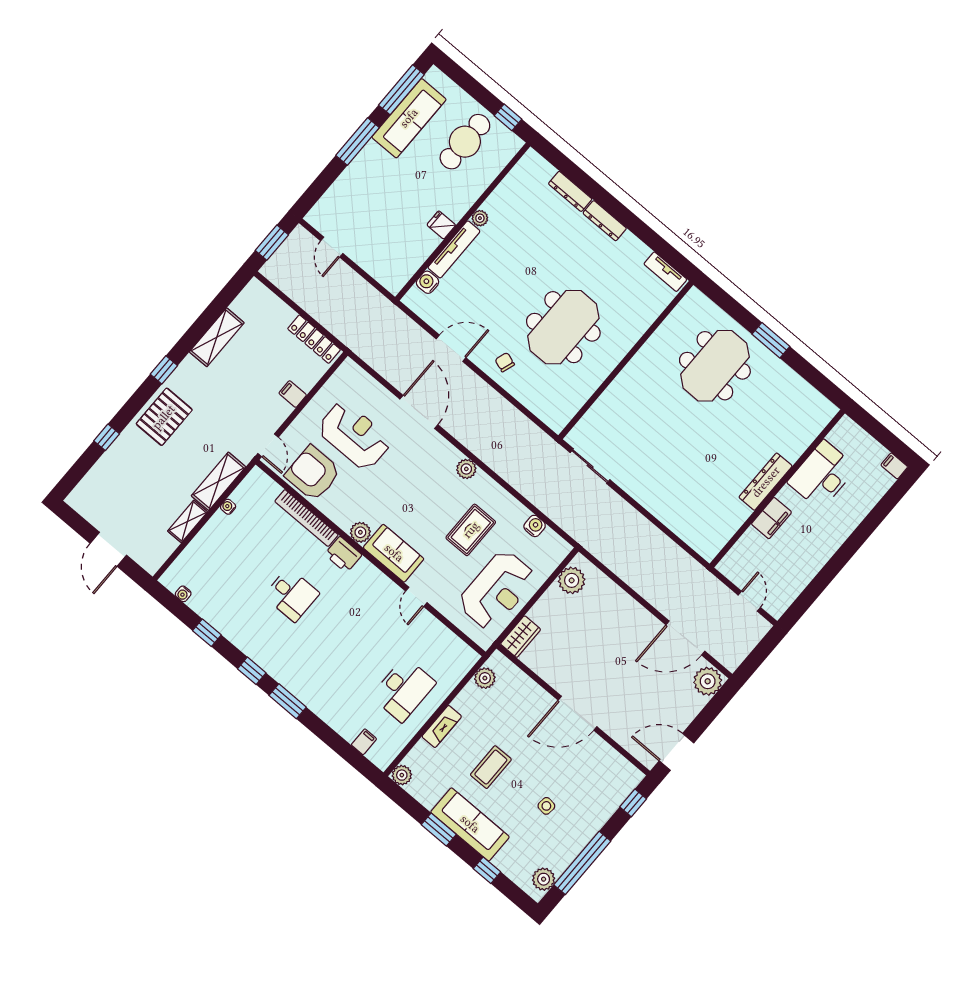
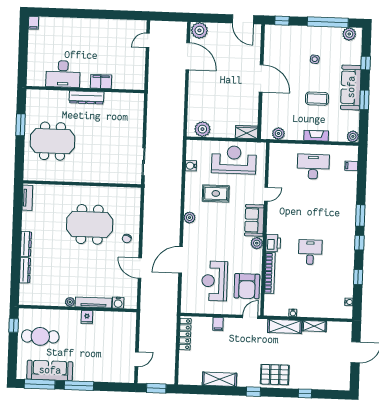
desk: (822, 475) -> (63, 74), moved
dresser: (766, 482) -> (86, 97), moved
wall: (777, 488) -> (85, 90), moved
filing cabinet: (771, 518) -> (101, 82), moved

